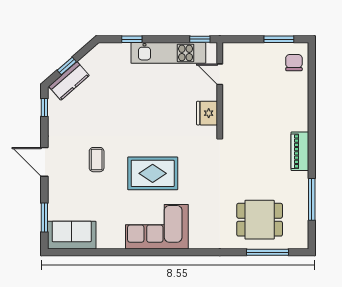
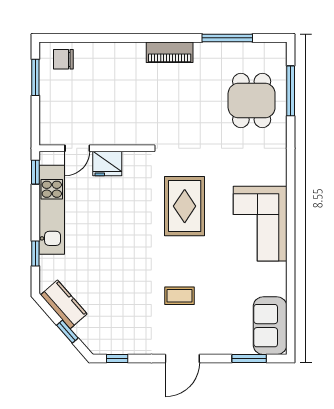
kitchen counter: (69, 81) -> (64, 304), moved
fridge: (207, 113) -> (107, 163), moved
rug: (153, 173) -> (185, 206), moved

